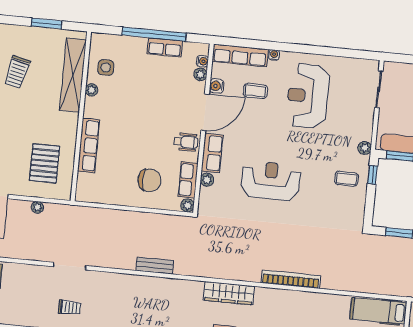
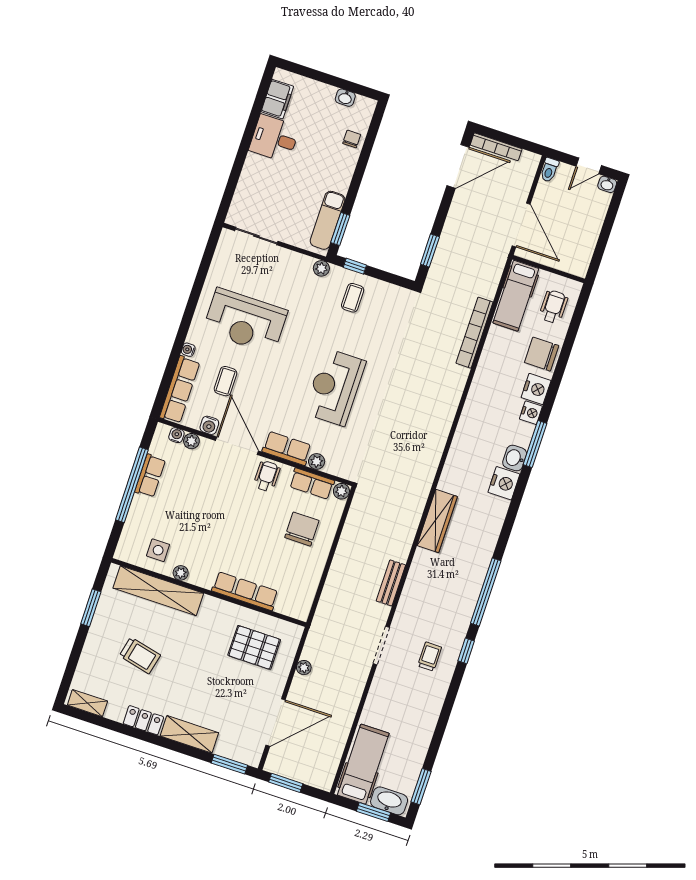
bench: (155, 266) -> (391, 583), moved
bookcase: (291, 279) -> (475, 333), moved
wardrobe: (229, 293) -> (437, 521), moved

